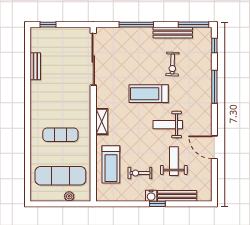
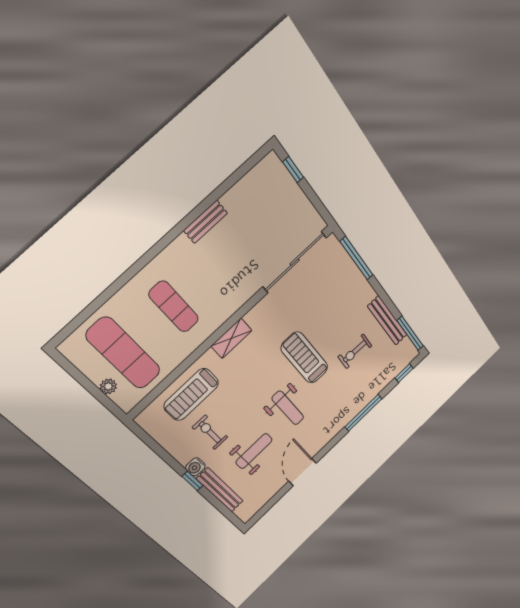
window: (136, 25) -> (357, 258), moved
bench: (35, 66) -> (206, 222), moved
weight bench: (168, 125) -> (288, 408), turned 180

